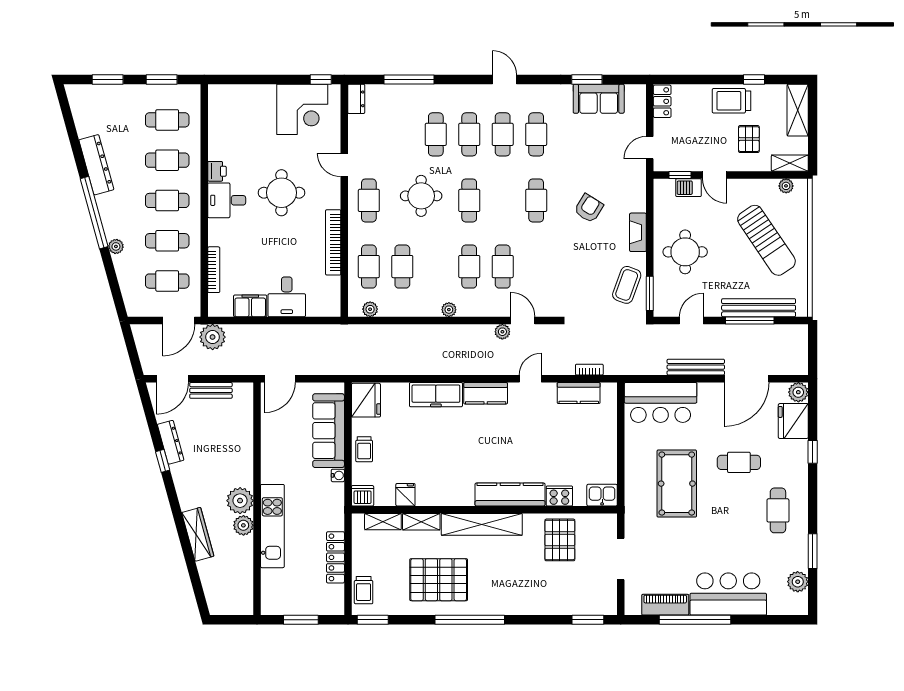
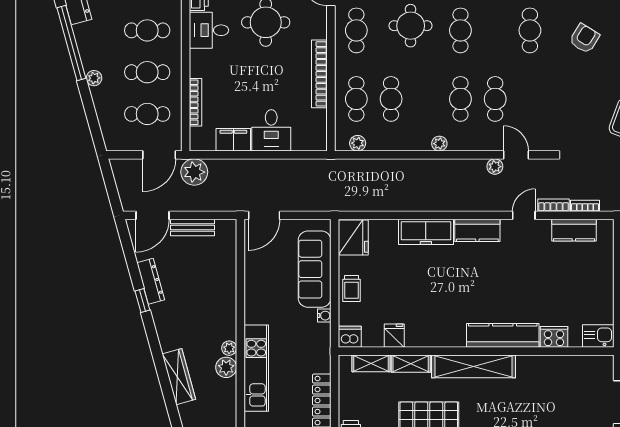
bookcase: (559, 369) -> (553, 205), added
plant: (240, 501) -> (229, 348), width x0.53, depth x0.53
pallet: (560, 540) -> (554, 383), removed

